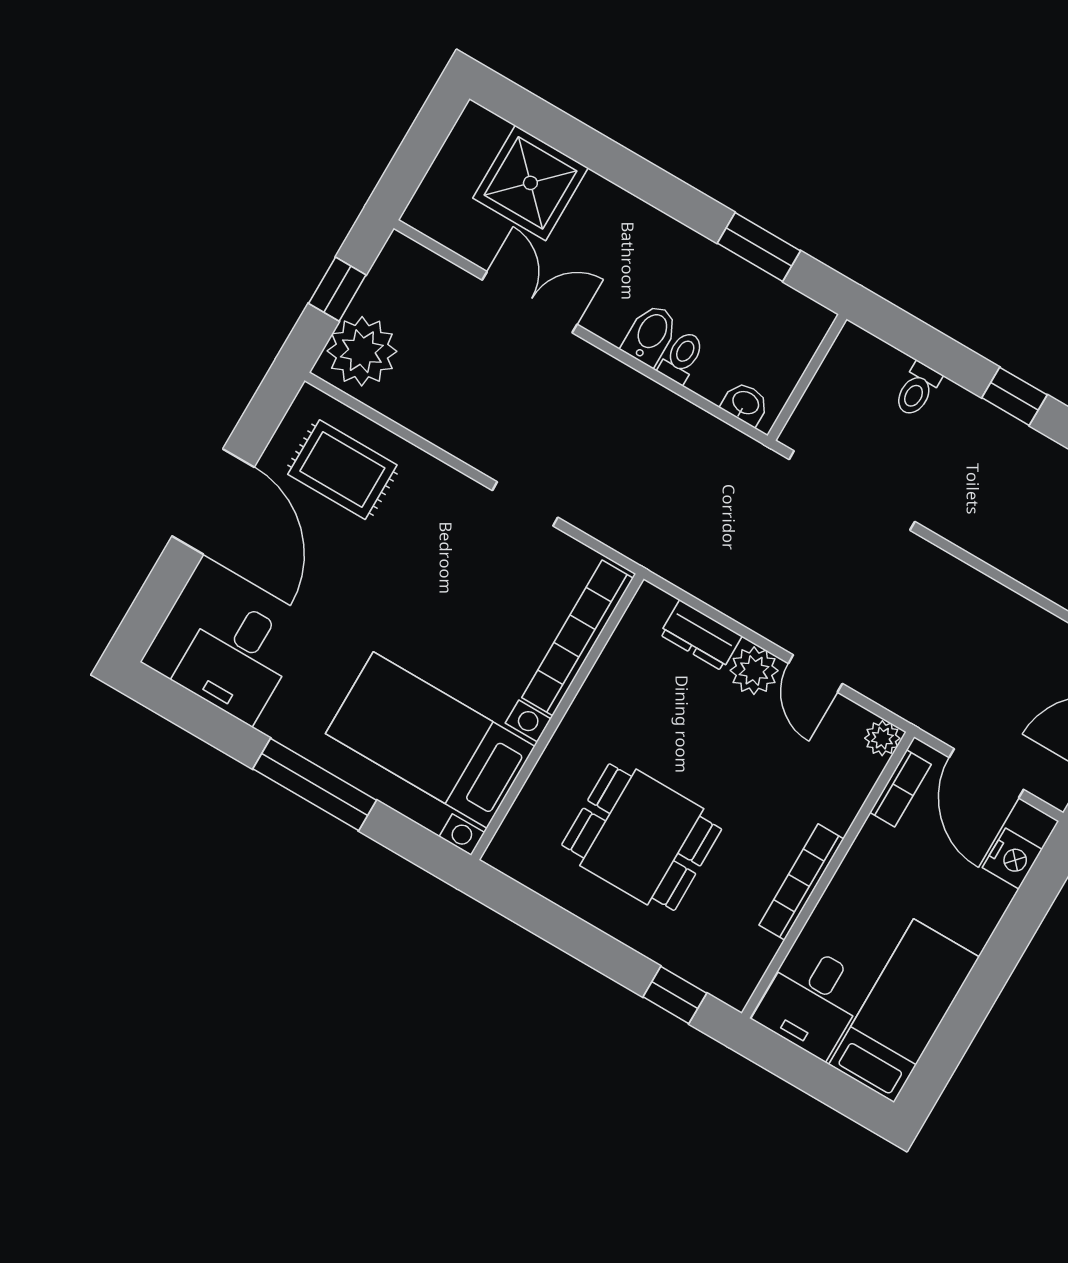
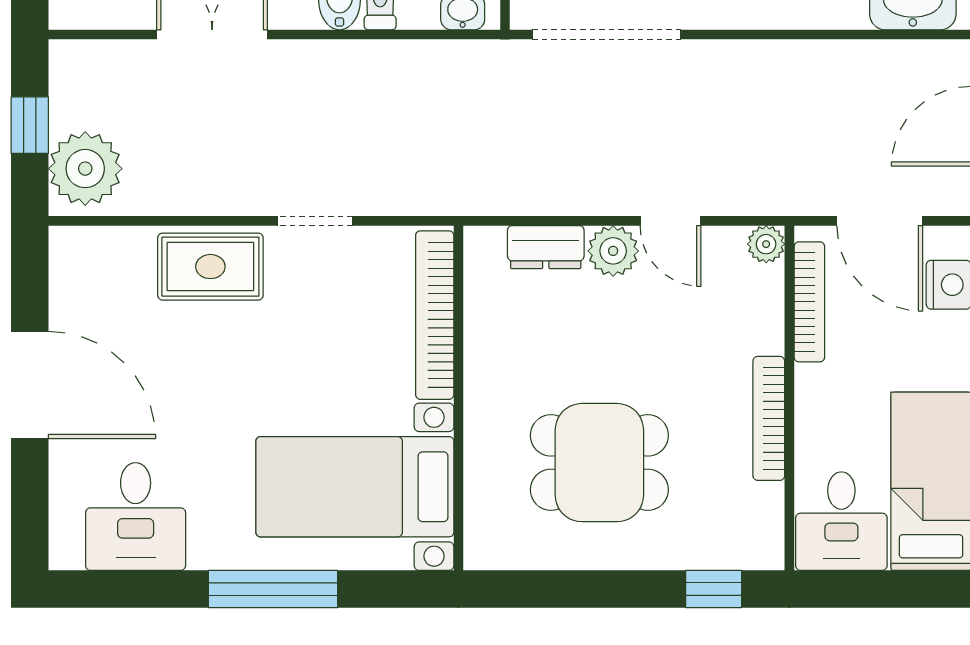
rug: (342, 470) -> (210, 267), moved
bookcase: (900, 788) -> (809, 302), width x1.56

